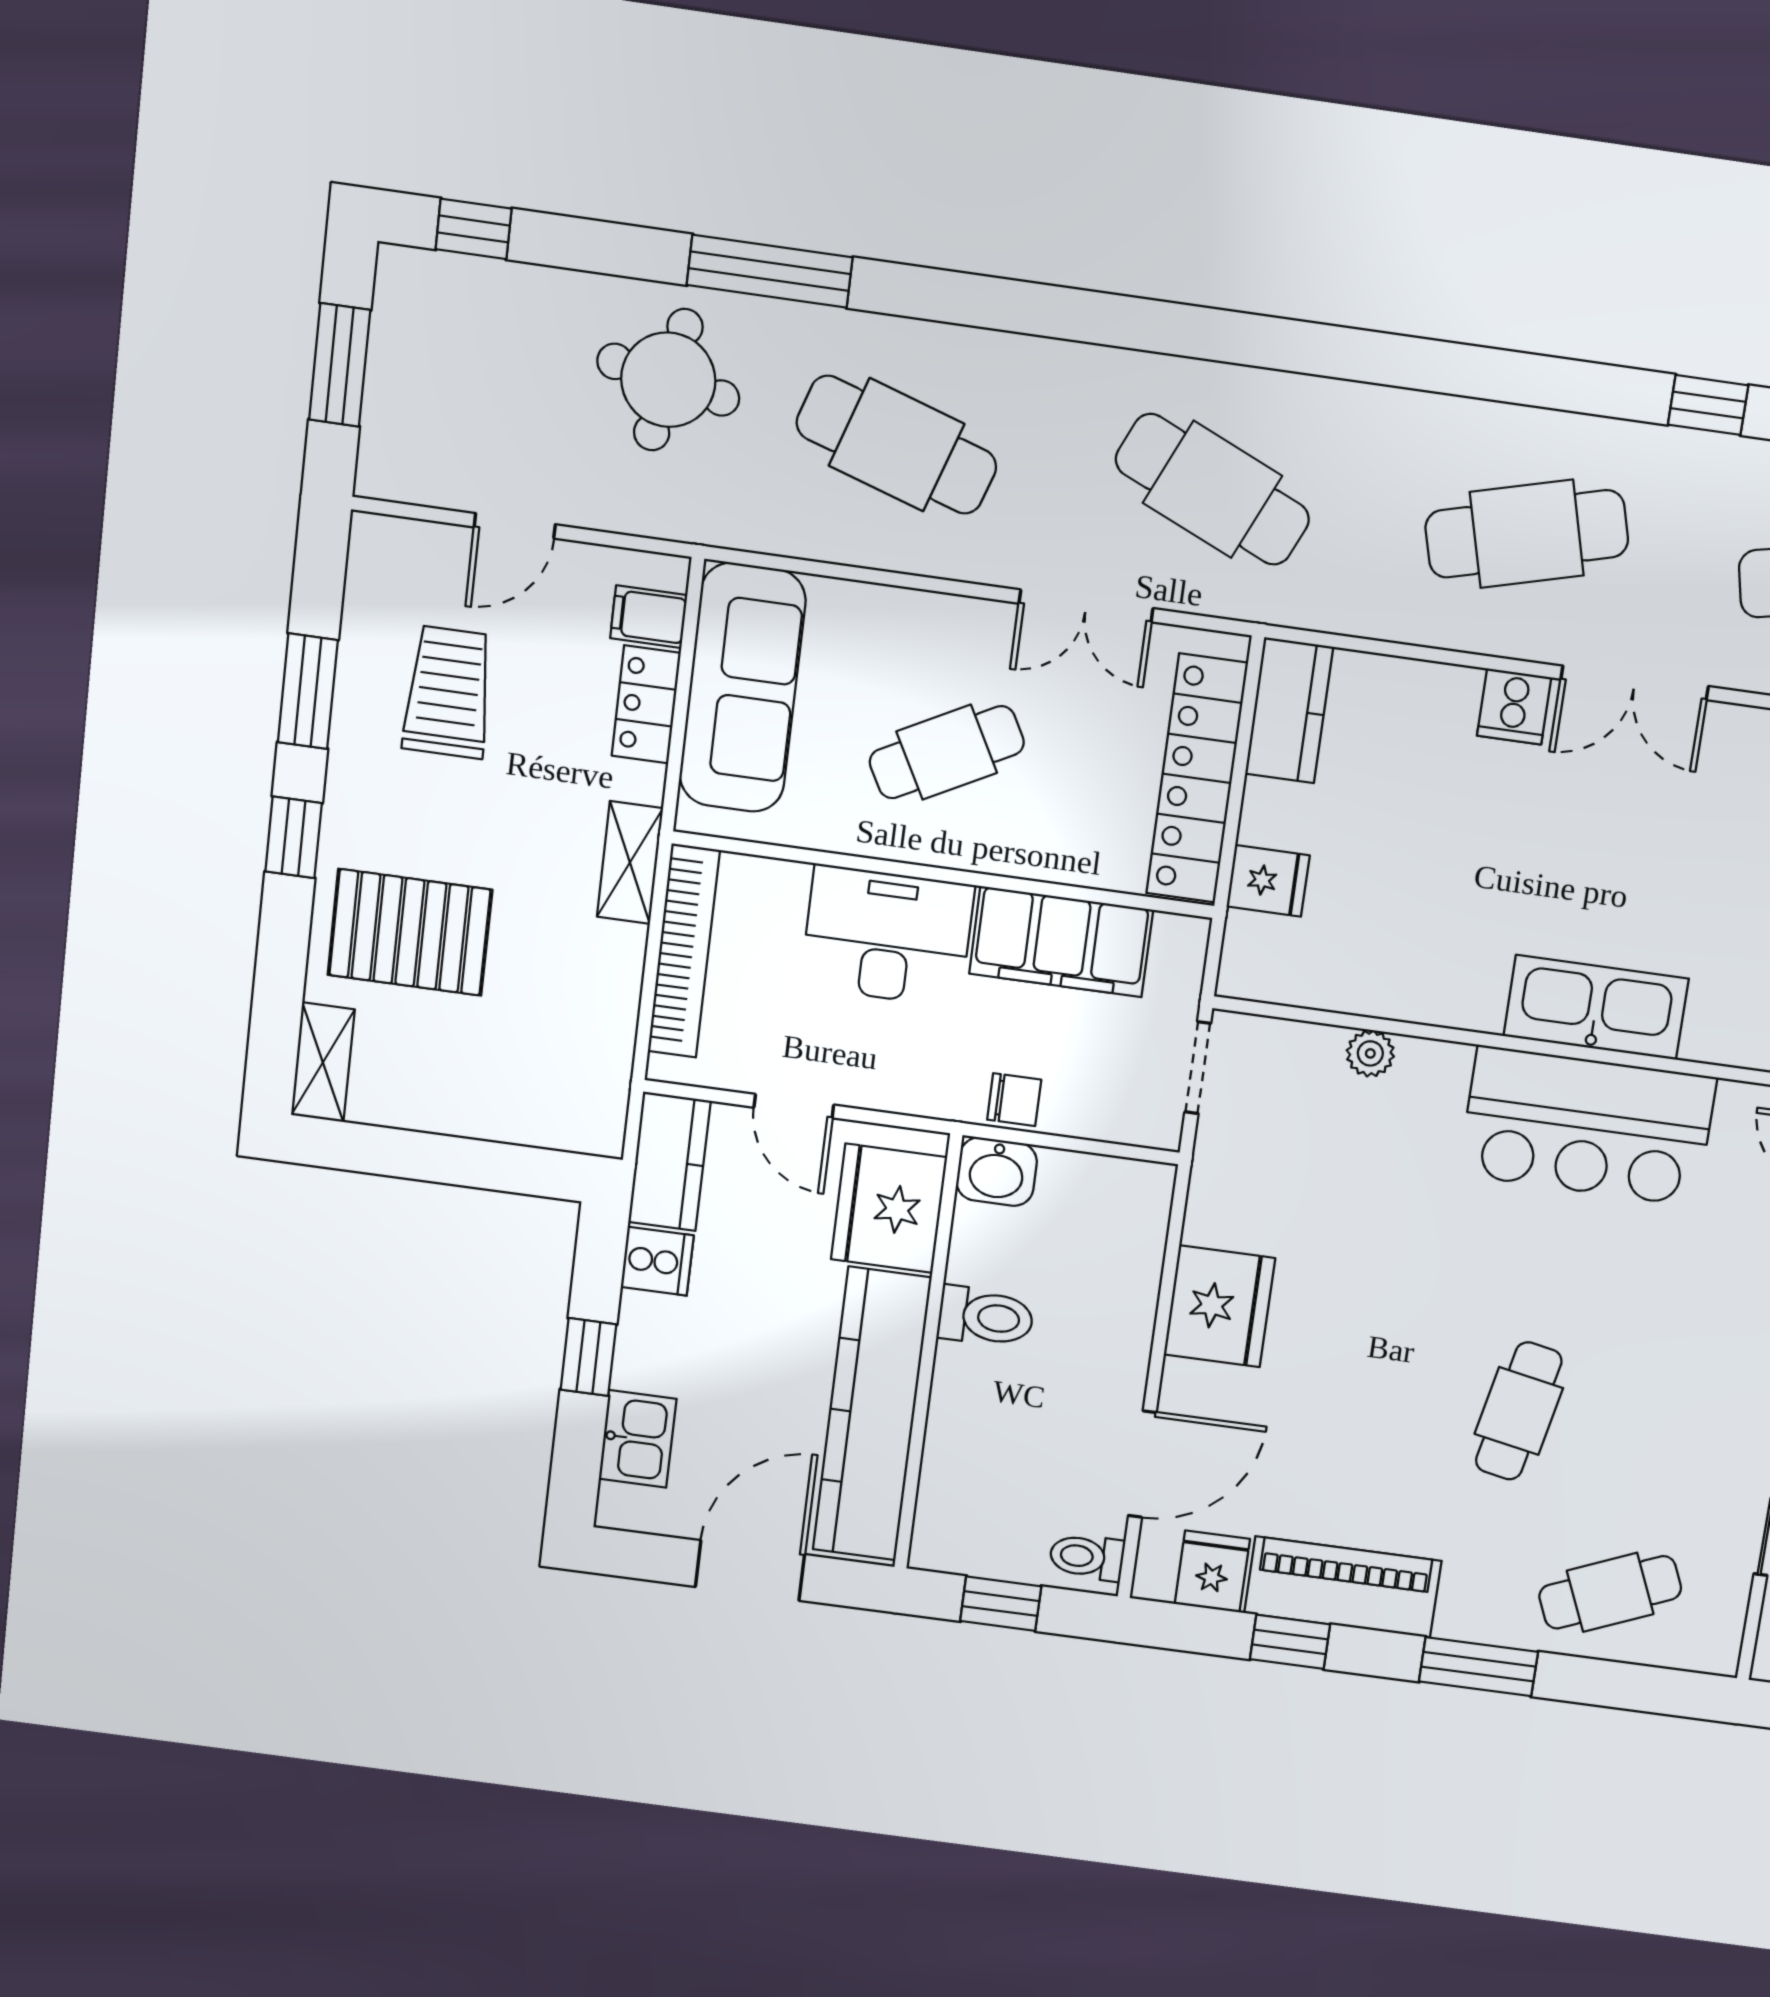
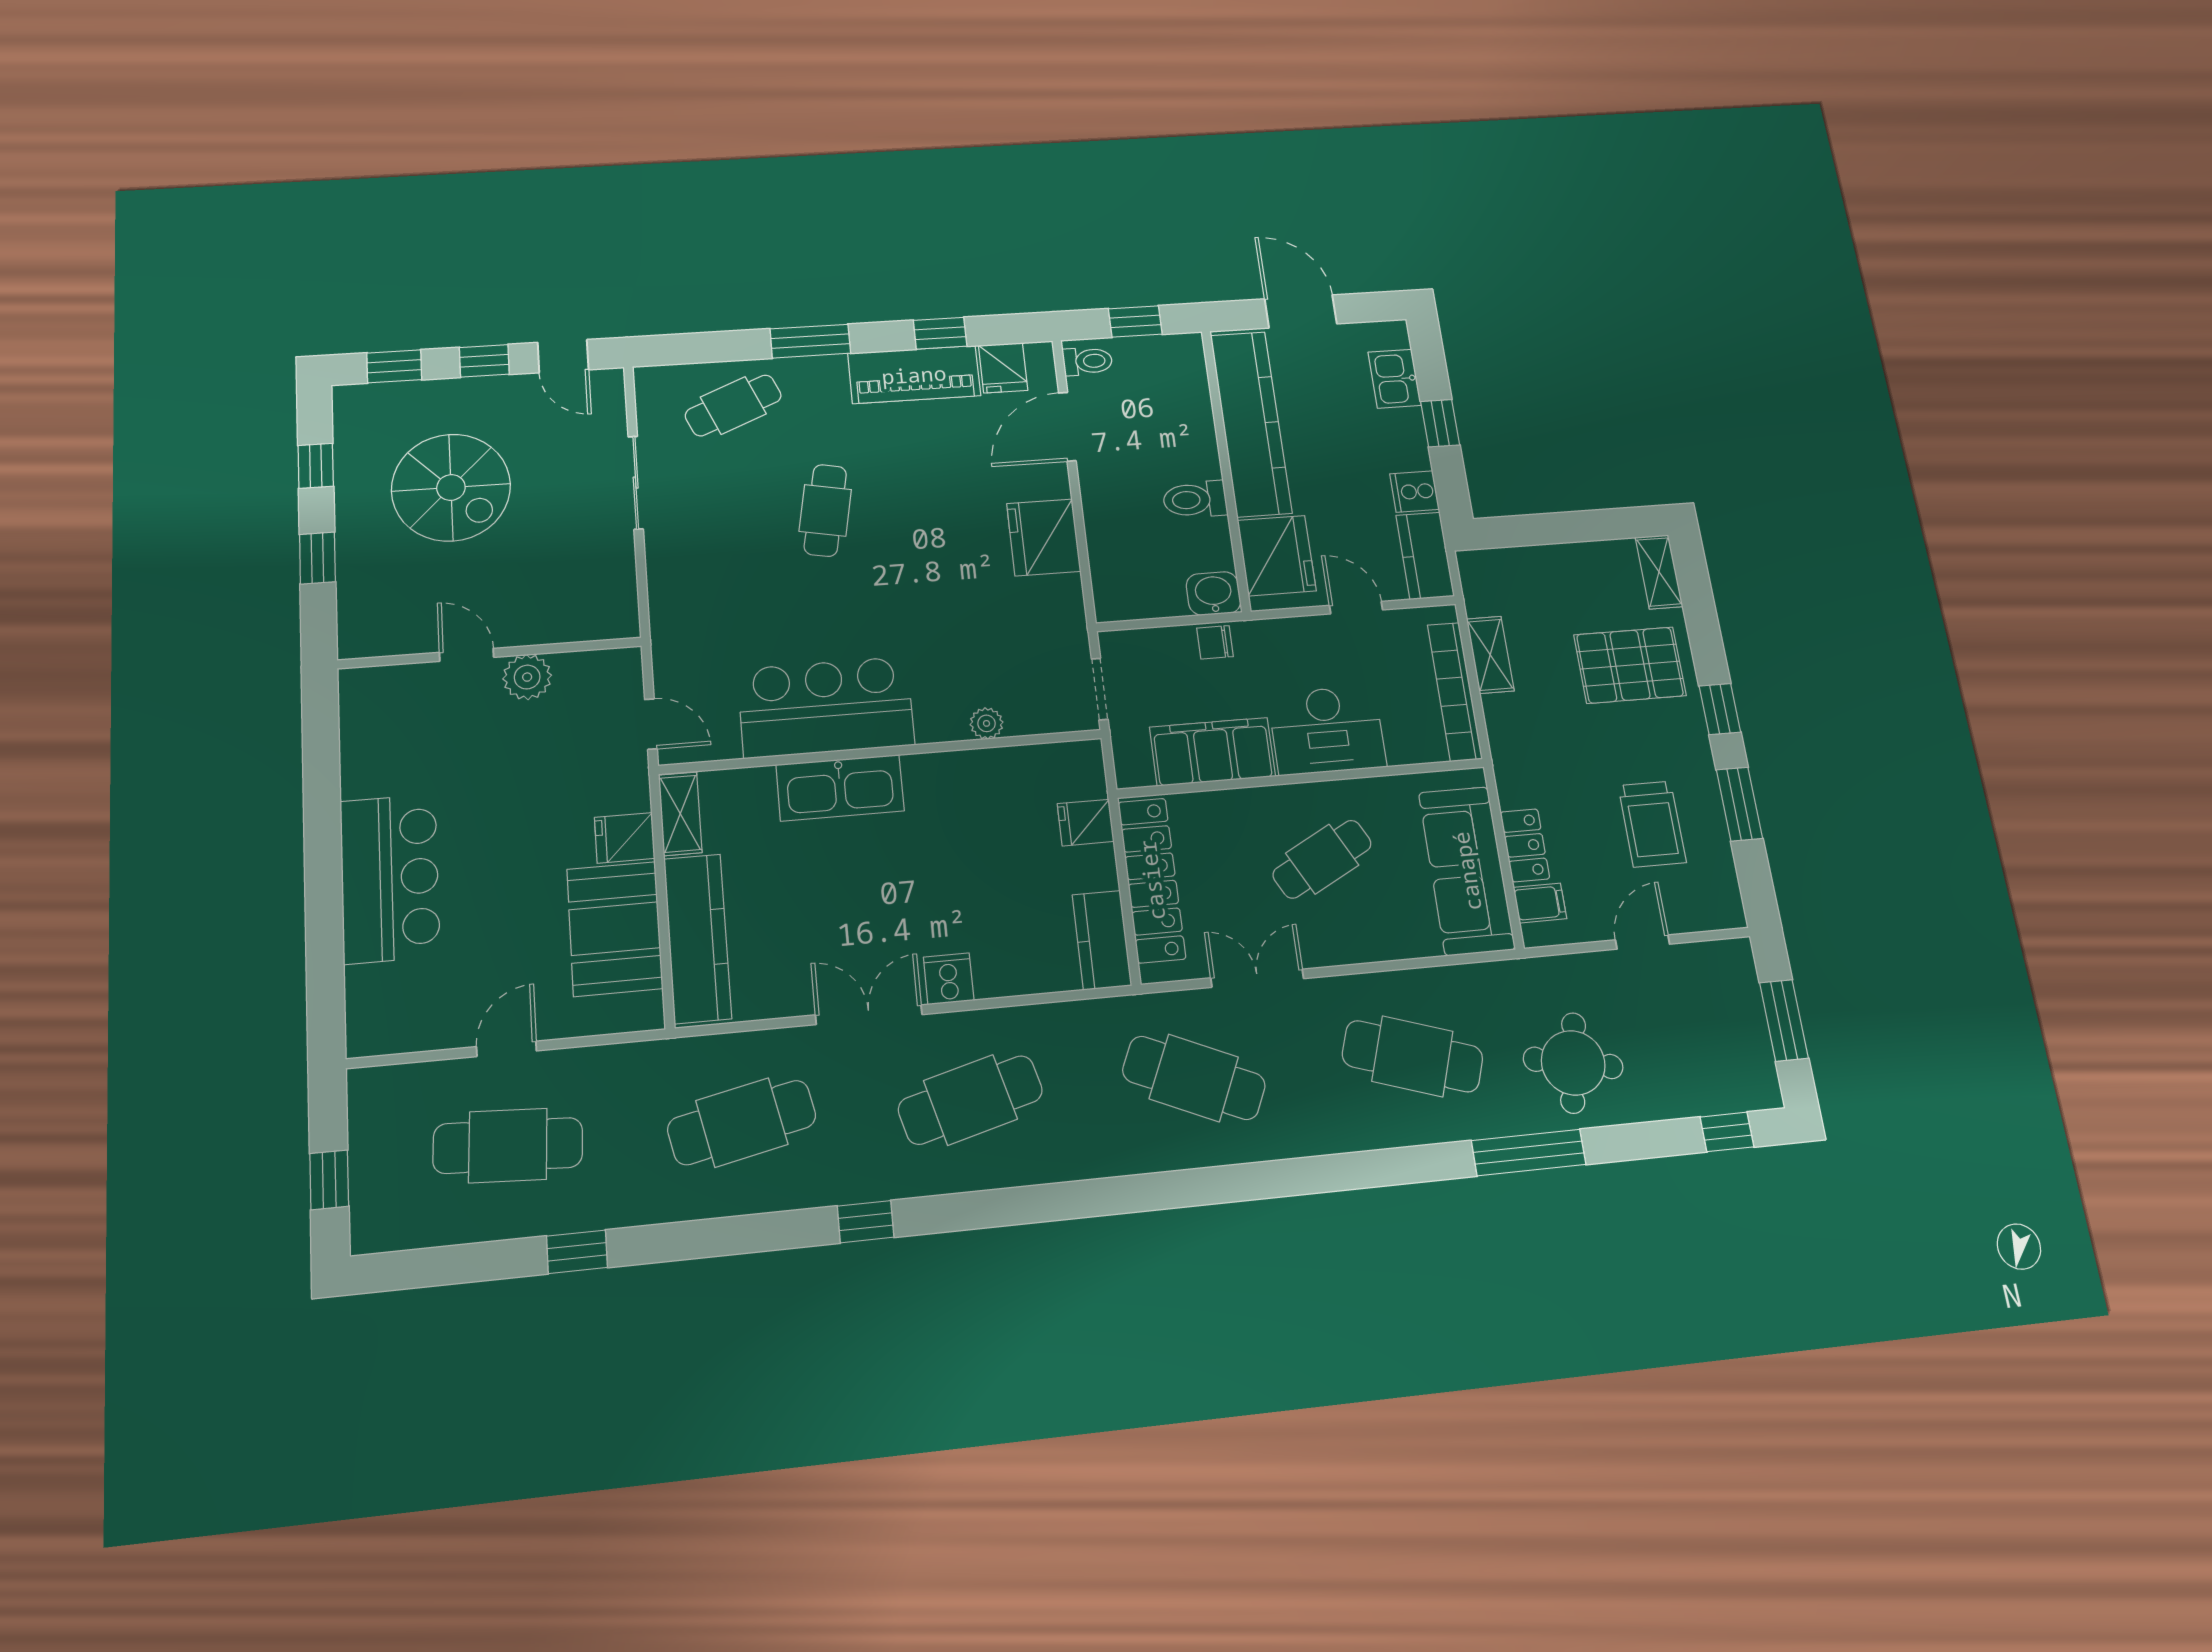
shelving: (630, 863) -> (1490, 655), moved
door: (750, 1571) -> (1301, 311), swing flipped

